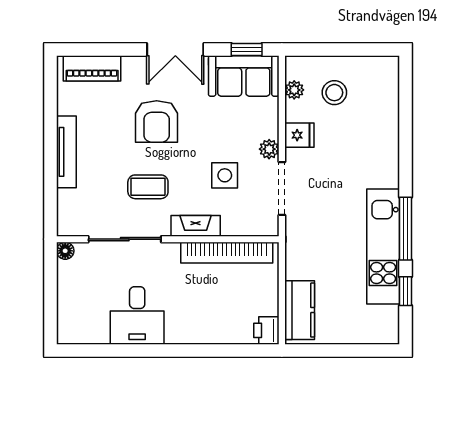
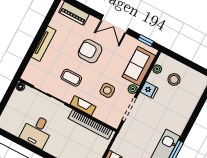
sofa: (244, 76) -> (139, 66), moved, turned 90
armchair: (157, 121) -> (90, 51), turned 90

